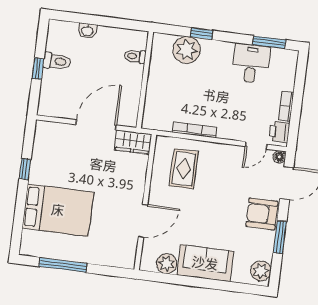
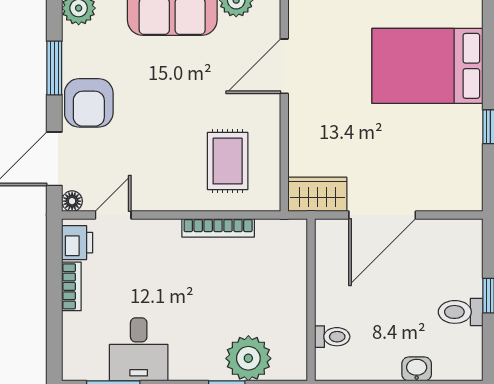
armchair: (262, 214) -> (89, 103), turned 90

